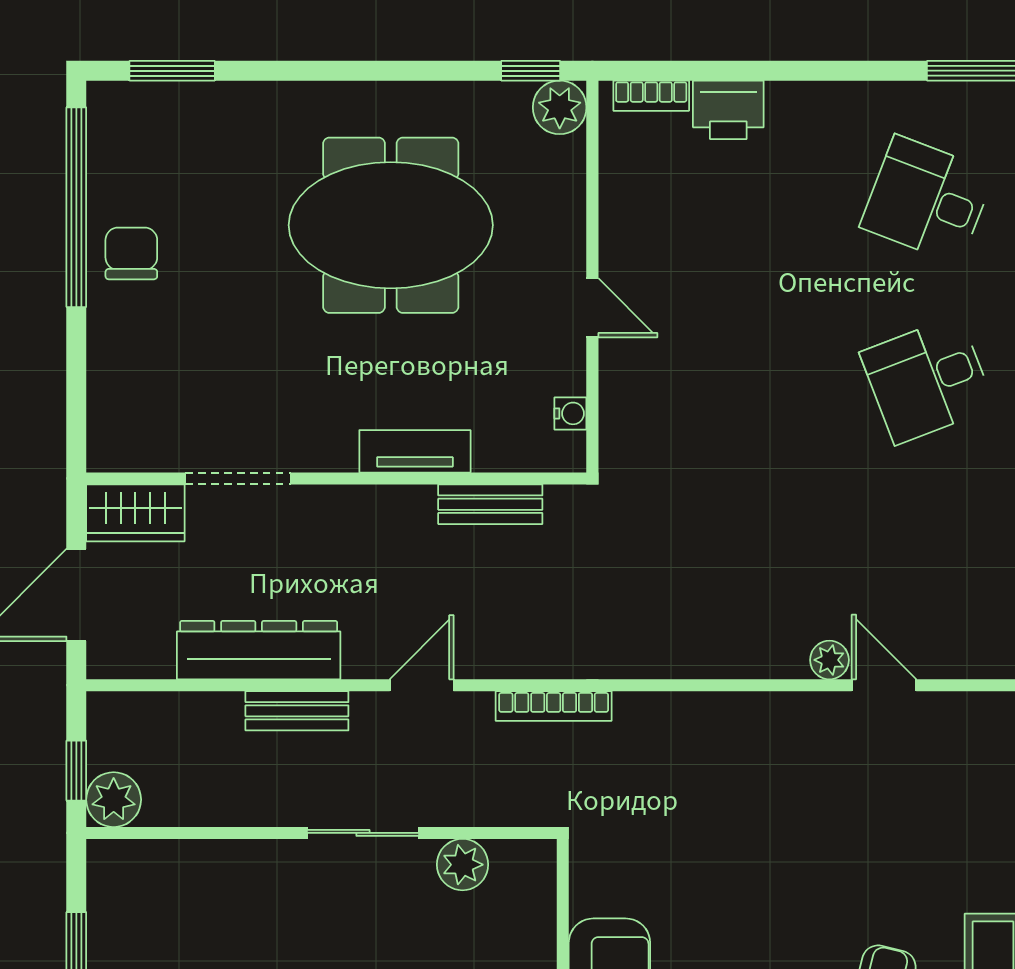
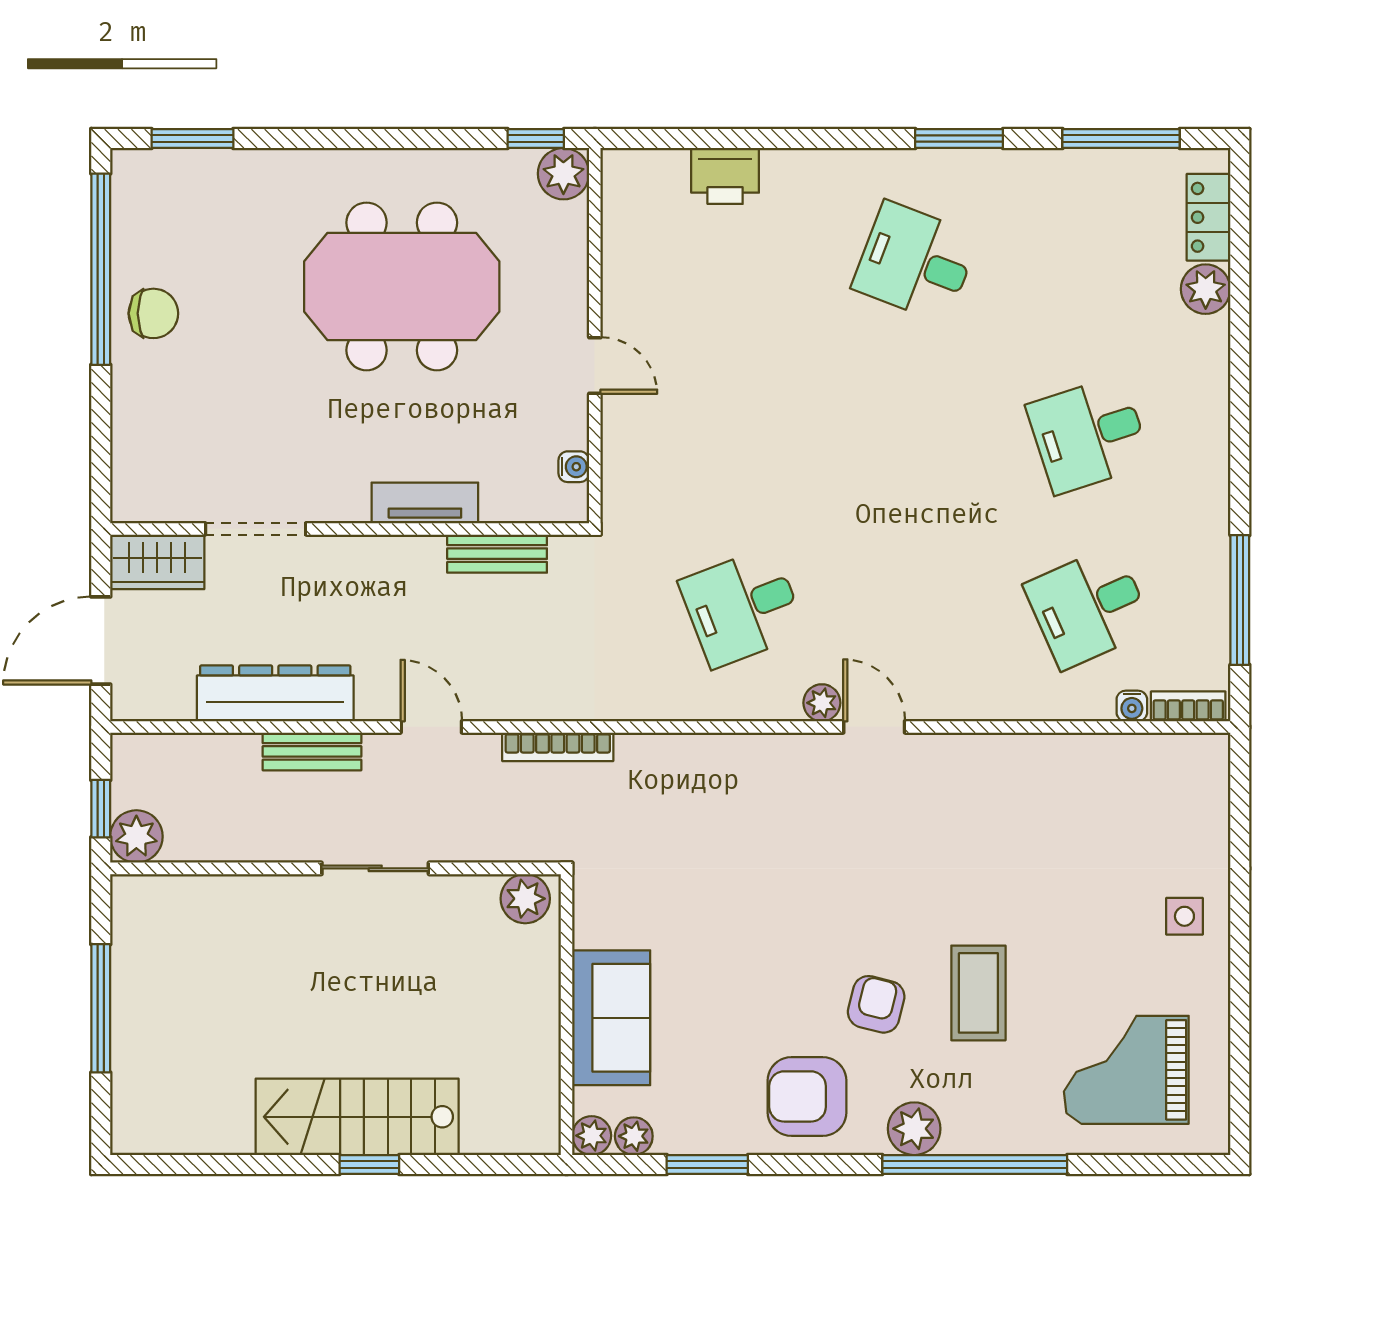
bookcase: (651, 96) -> (651, 162), removed
chair: (131, 253) -> (153, 313), turned 90
desk: (927, 380) -> (742, 607), moved
door: (422, 685) -> (431, 727), hinge flipped
plant: (462, 865) -> (525, 899), moved

